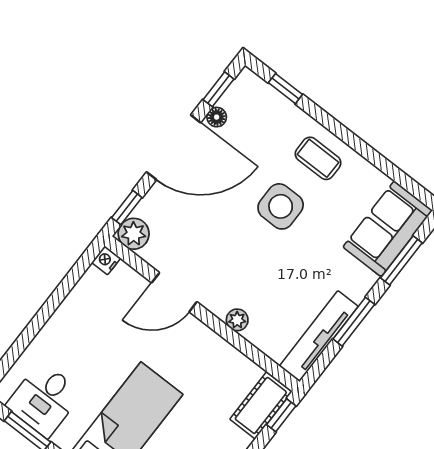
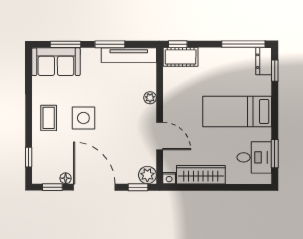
wardrobe: (77, 308) -> (201, 175), added

